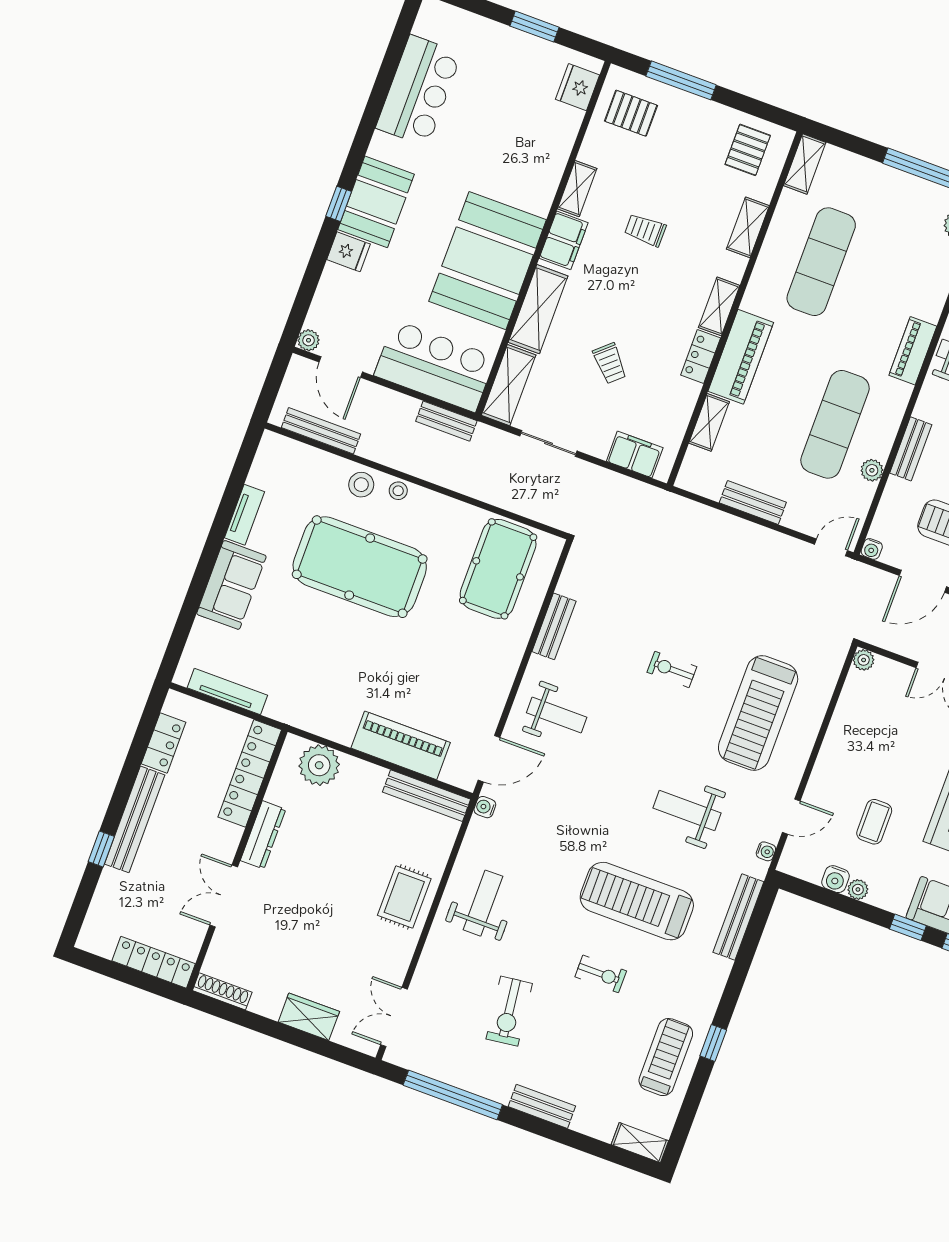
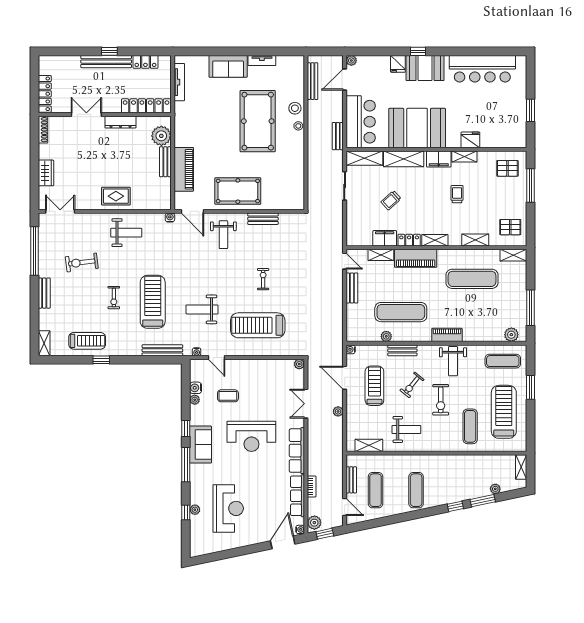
fridge: (578, 87) -> (470, 140), moved
bar counter: (419, 91) -> (482, 69), width x1.36
pallet: (631, 113) -> (507, 168), turned 90
filing cabinet: (635, 454) -> (385, 238), moved, turned -90
door: (831, 547) -> (345, 261), moved
pool table: (498, 569) -> (238, 191), moved
bench: (427, 796) -> (165, 162), moved, width x0.73
weight bench: (687, 810) -> (202, 309), turned -90
window: (101, 849) -> (109, 51), moved

